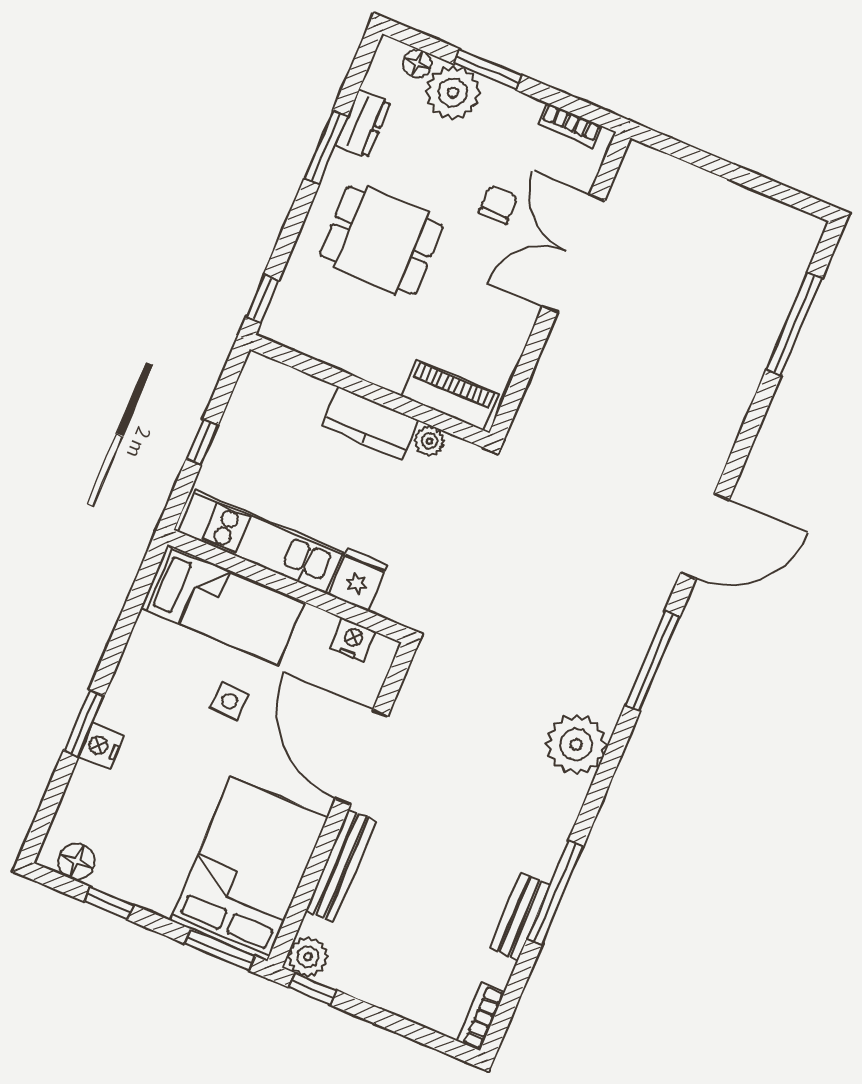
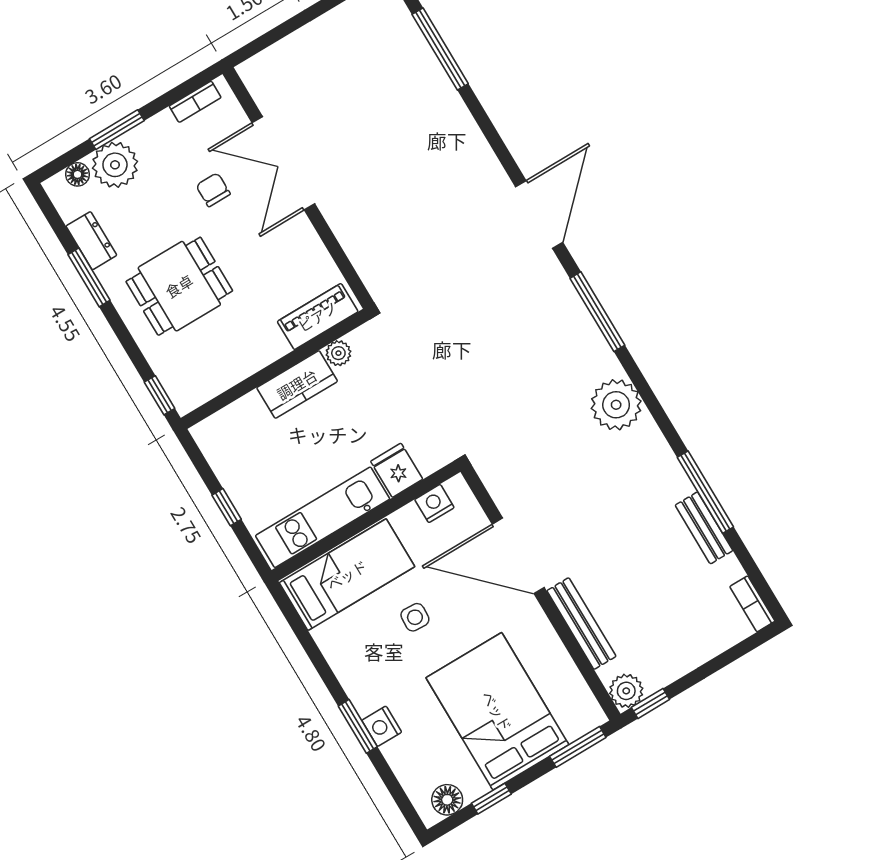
bed: (249, 869) -> (497, 711), moved

